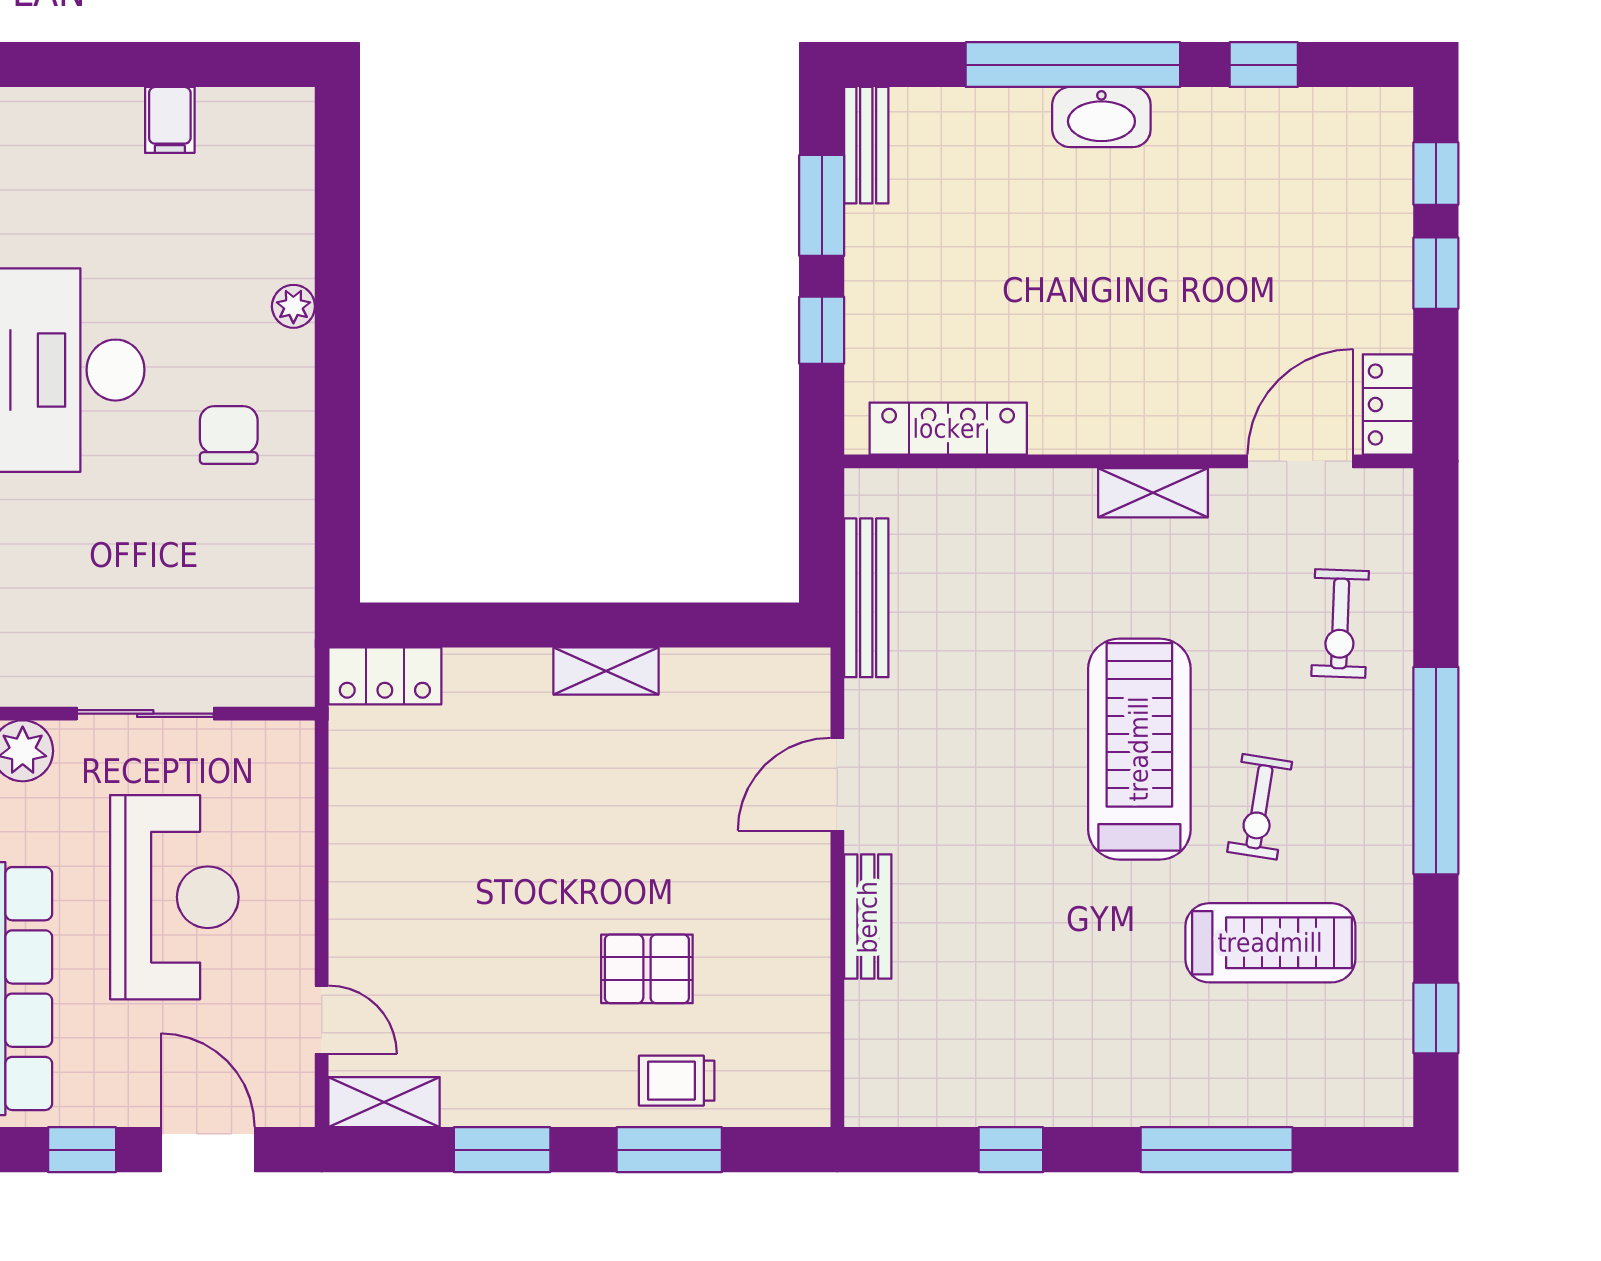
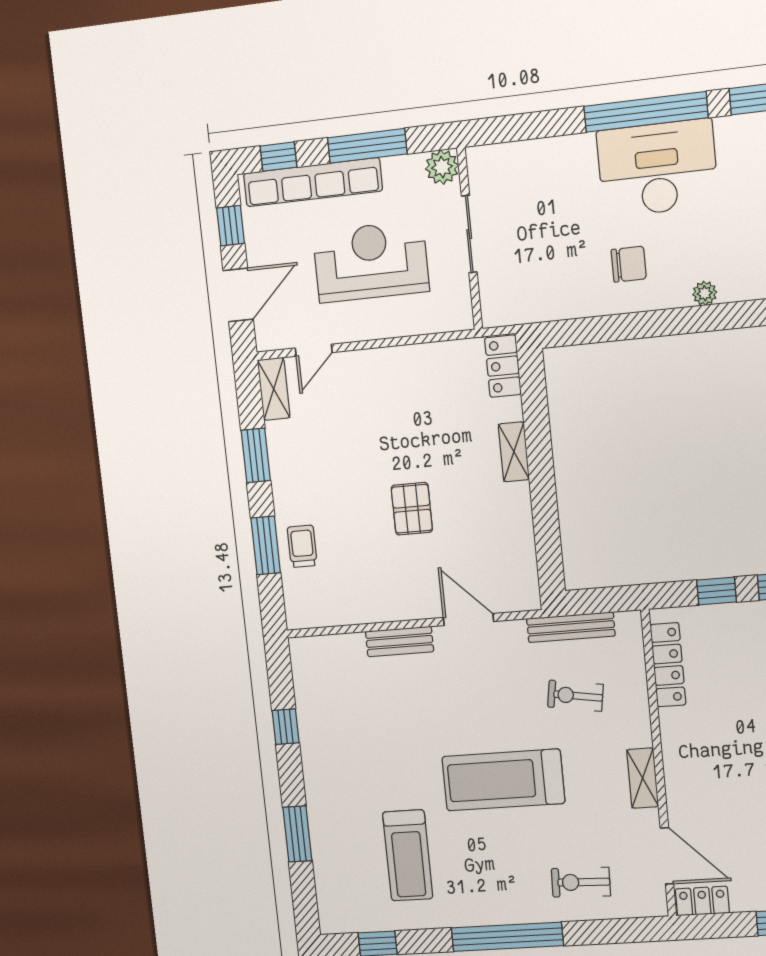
shelving: (606, 671) -> (514, 452), moved
treadmill: (1139, 749) -> (503, 780), turned 180
exercise bike: (1260, 807) -> (575, 696), moved
reception desk: (174, 897) -> (371, 262), turned 180
pallet: (647, 969) -> (412, 509), moved
window: (1217, 1150) -> (297, 834), width x0.69

